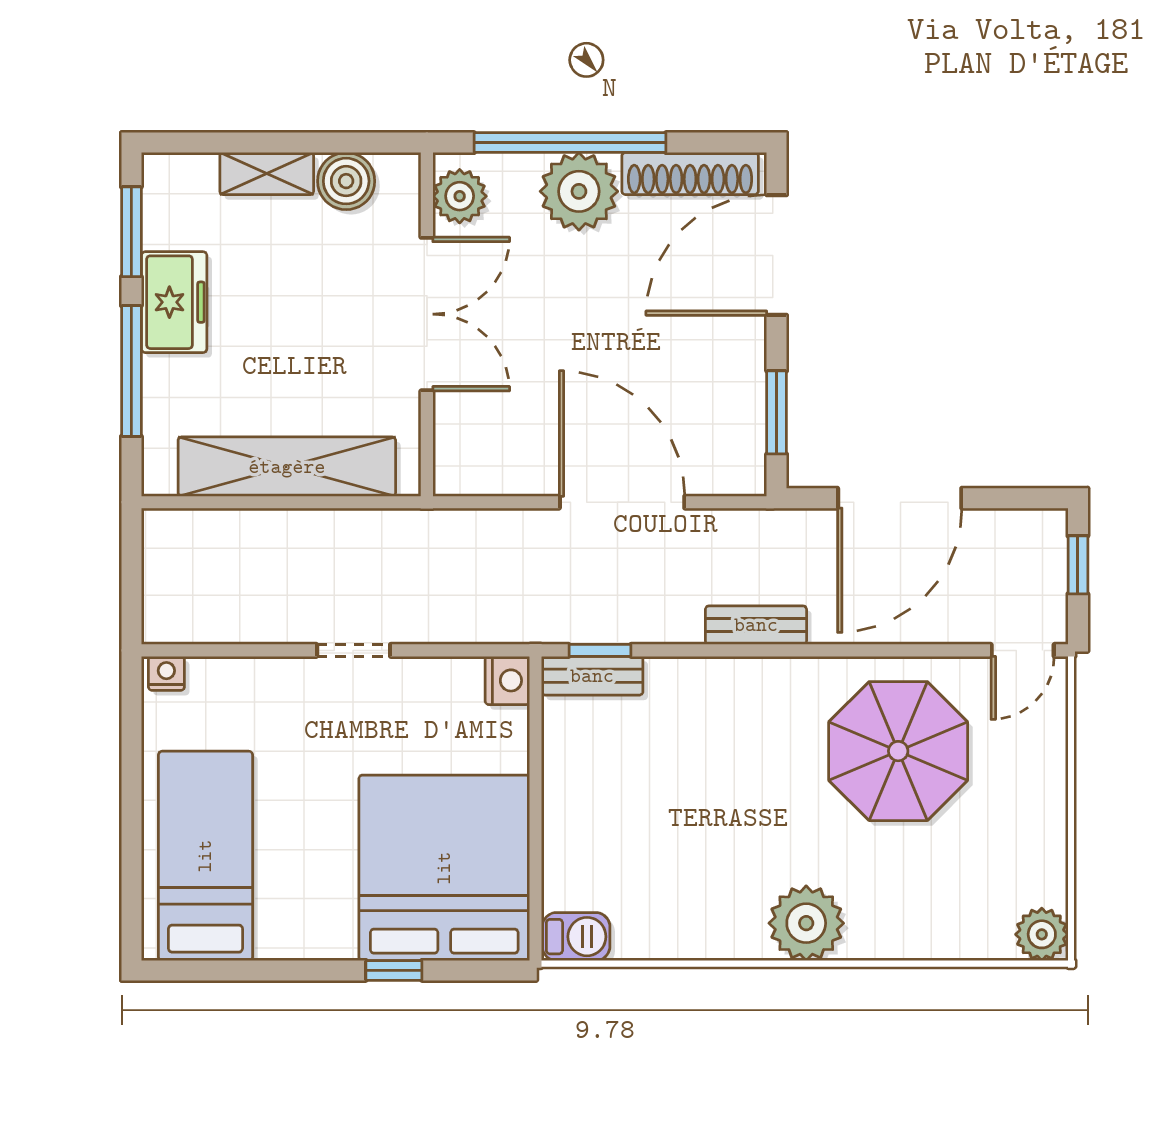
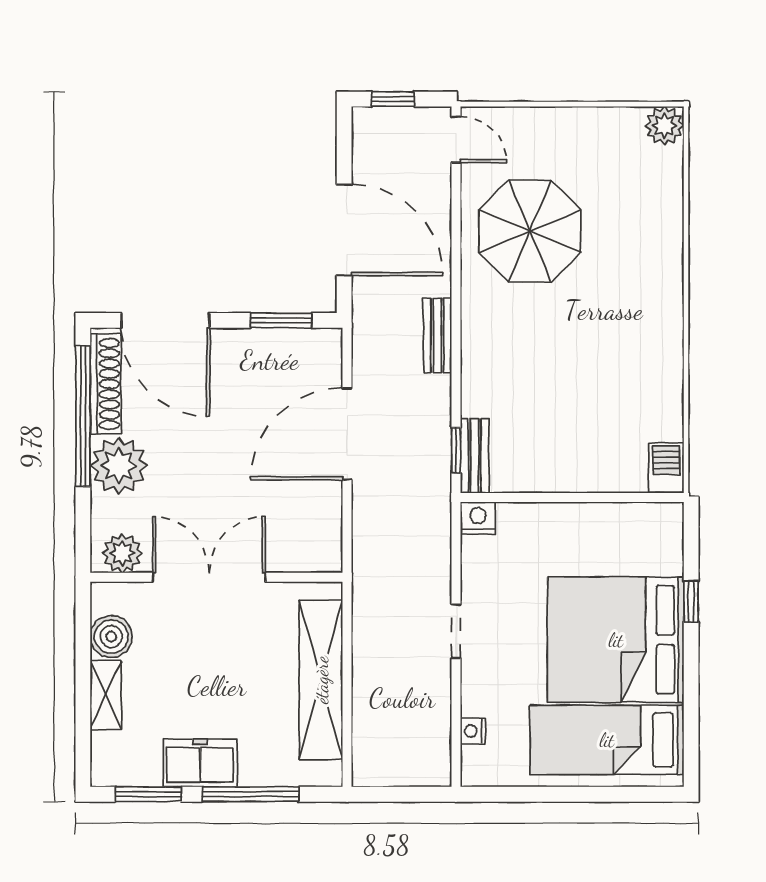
window: (570, 143) -> (83, 416), moved
nightstand: (166, 673) -> (473, 731), moved
bed: (444, 868) -> (616, 640), moved
plant: (806, 923) -> (656, 299), removed

